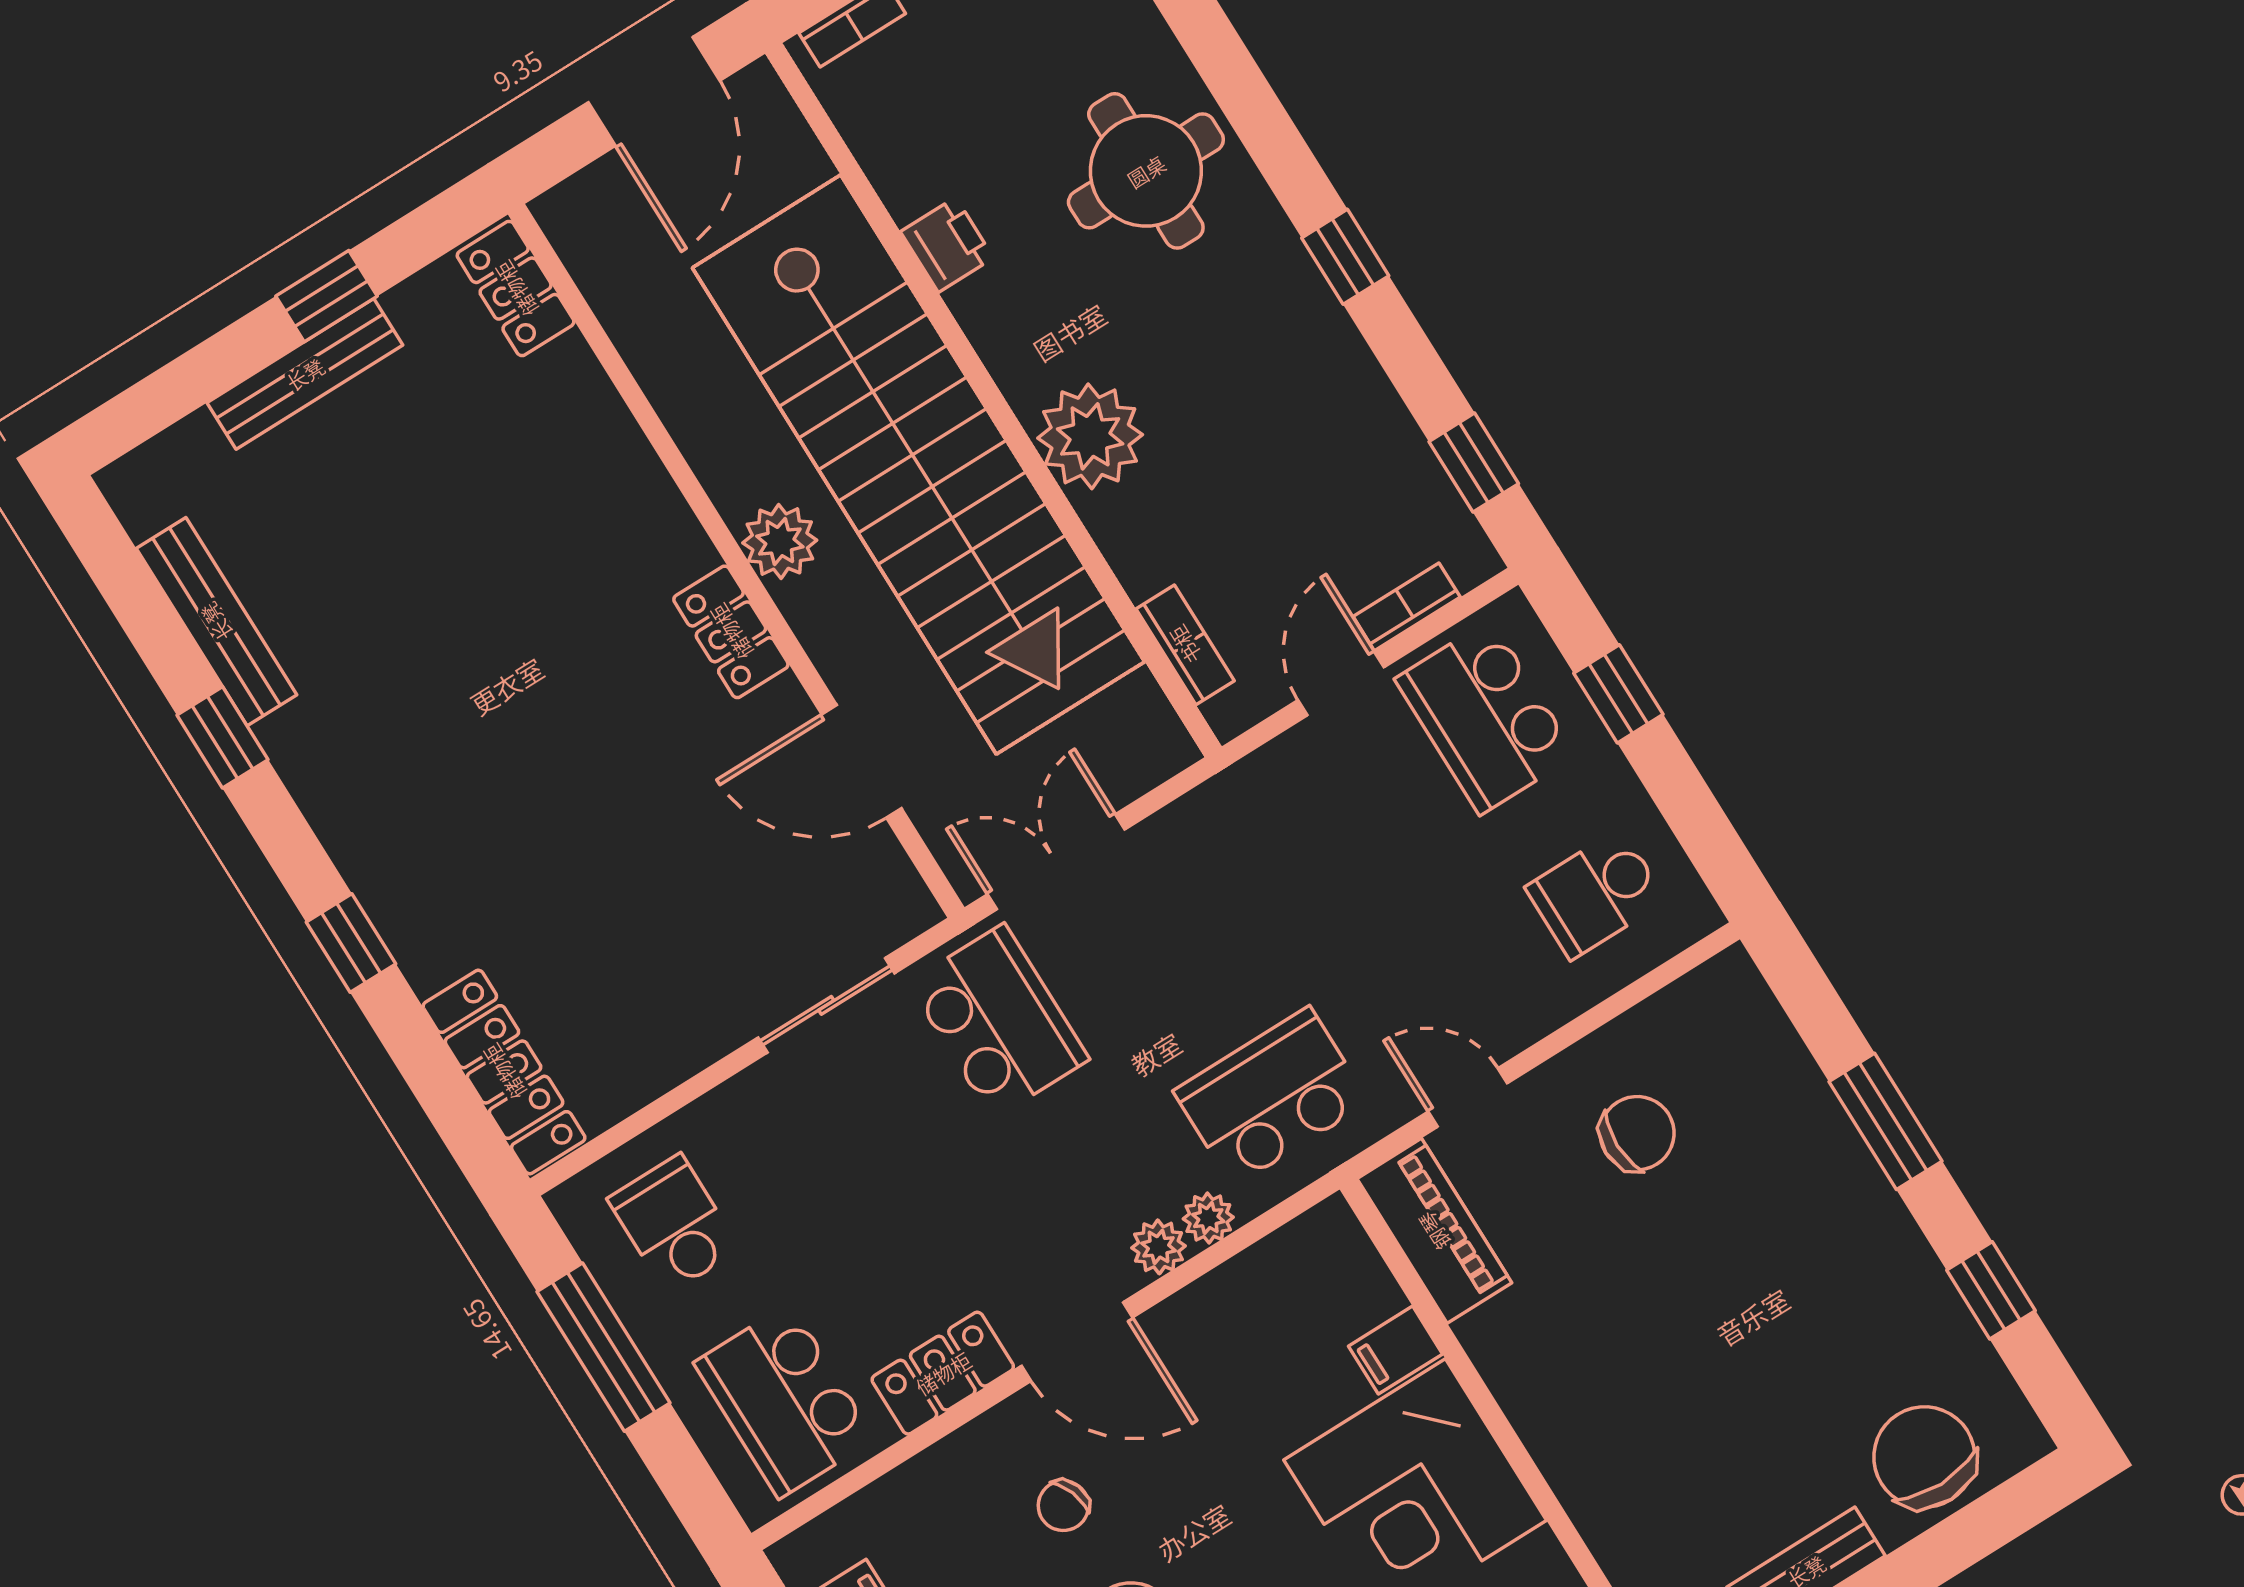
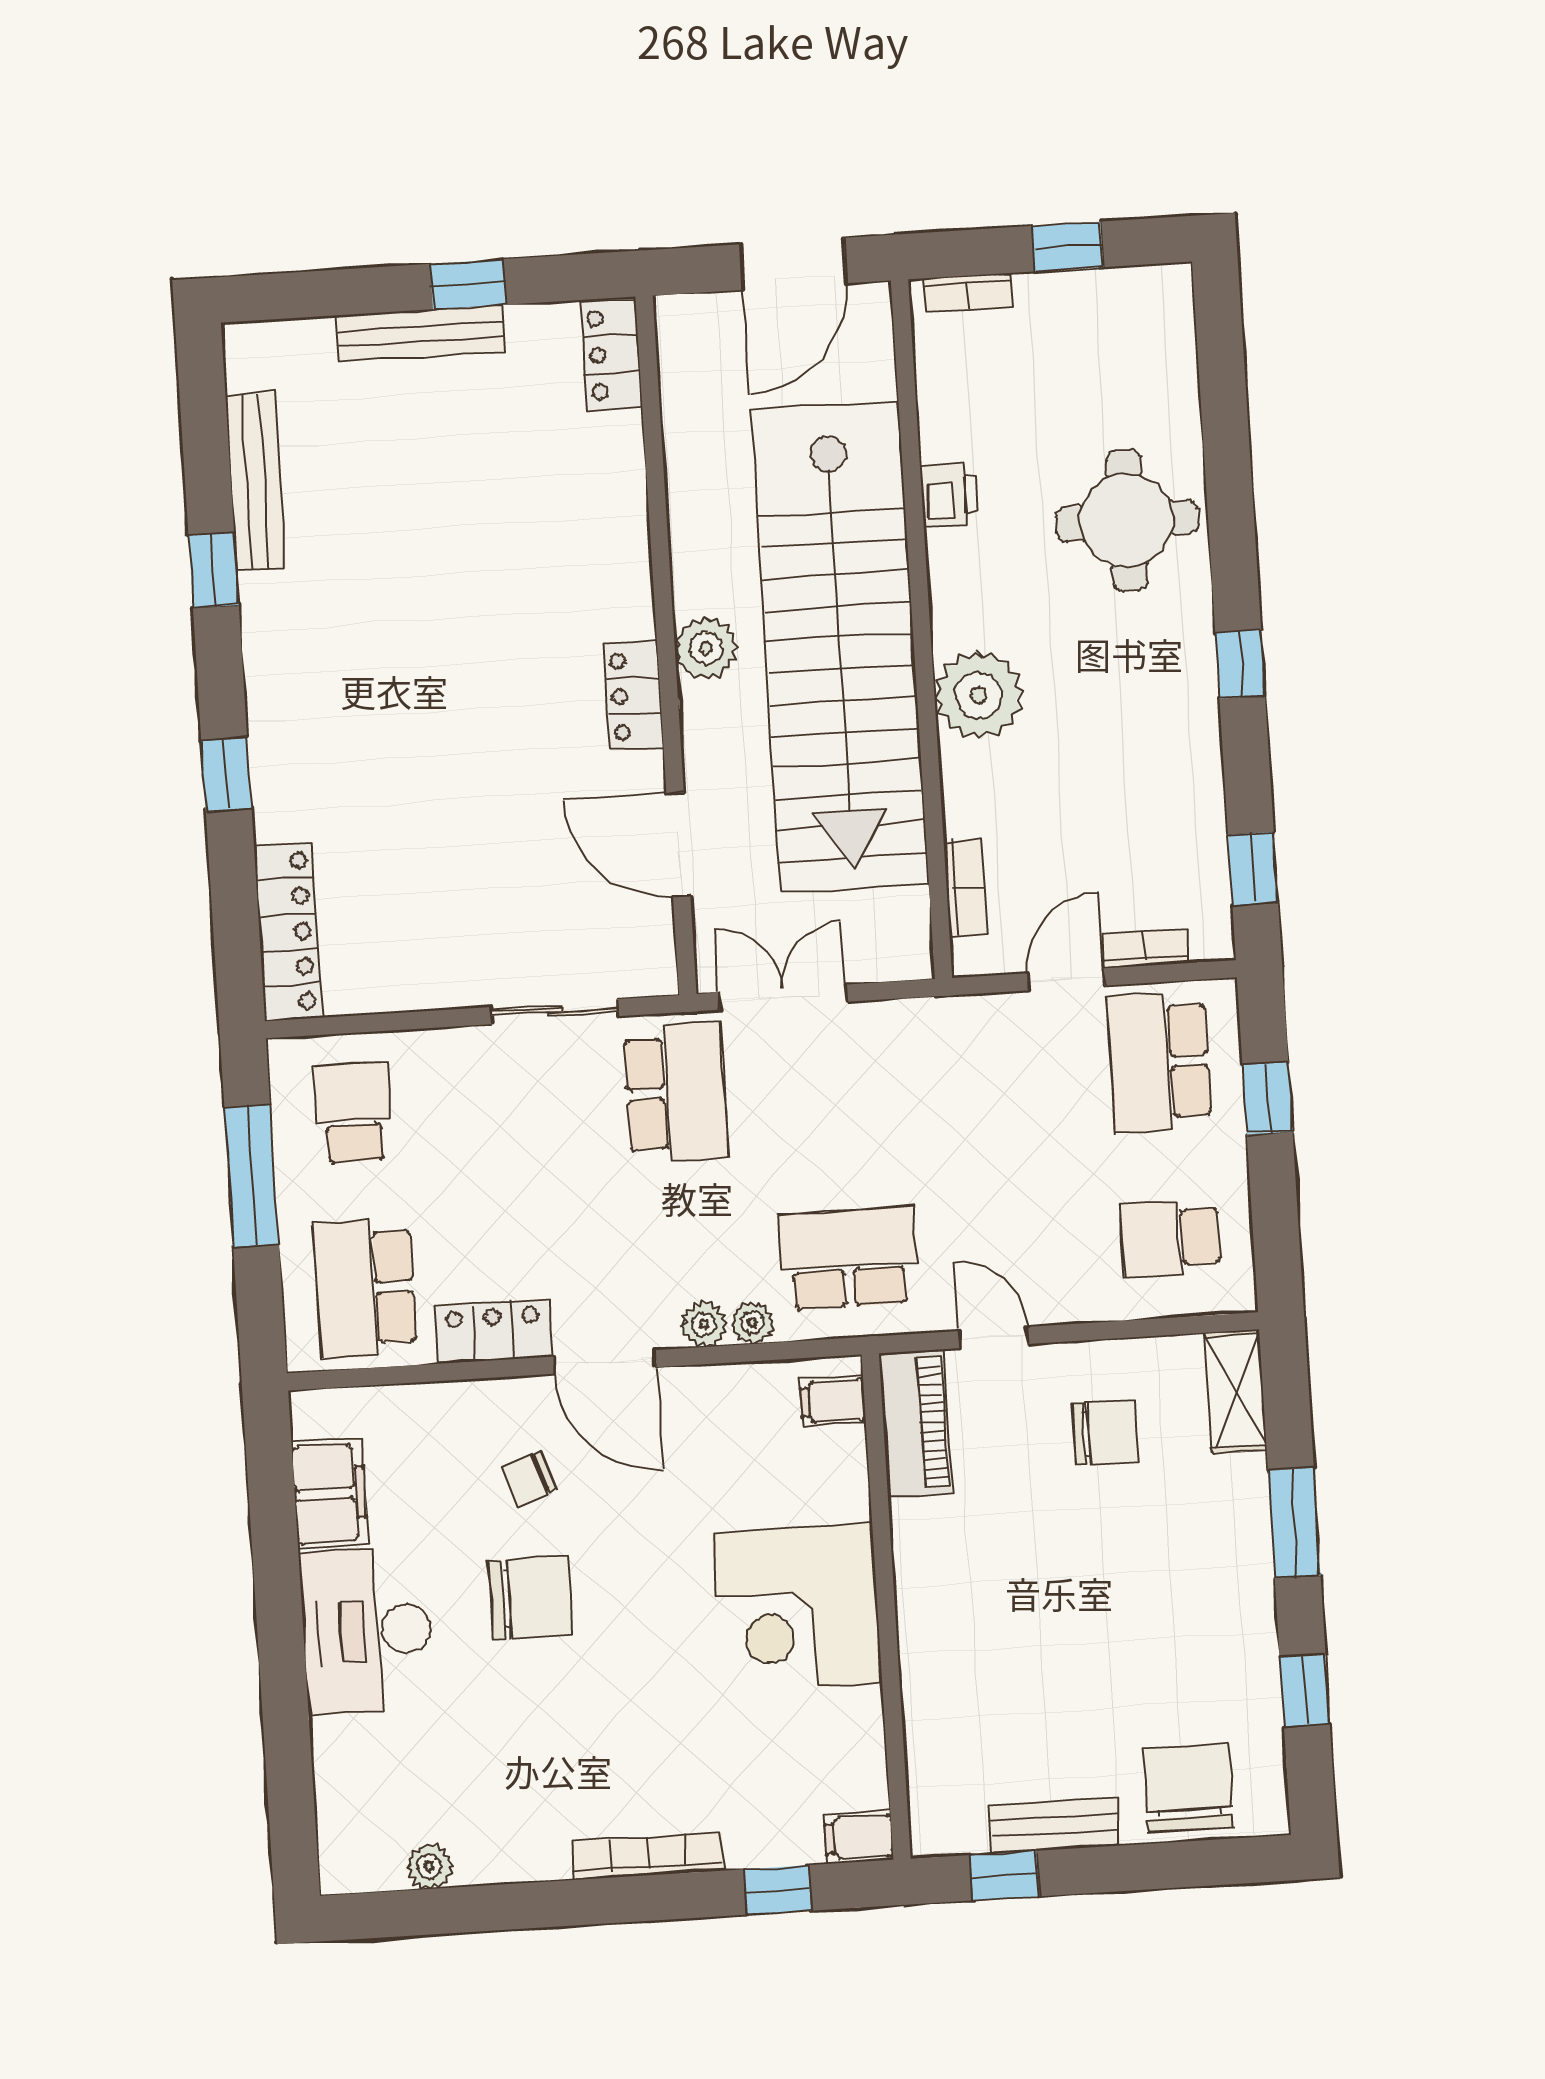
shelving: (1751, 1017) -> (1236, 1391), added
filing cabinet: (1395, 1350) -> (833, 1401), moved

